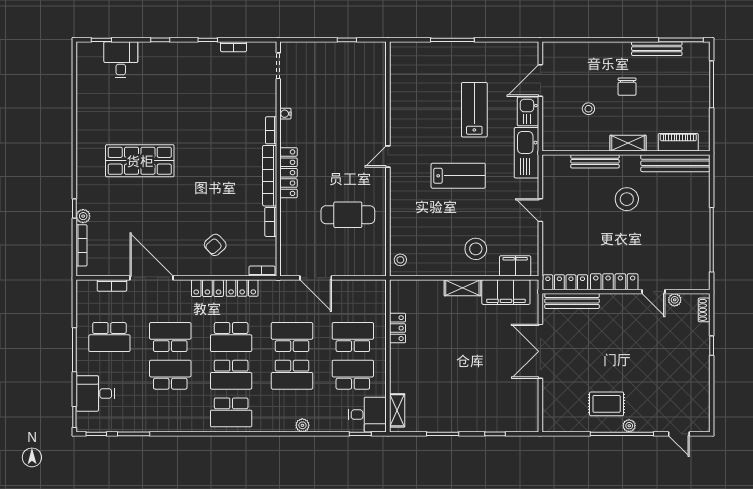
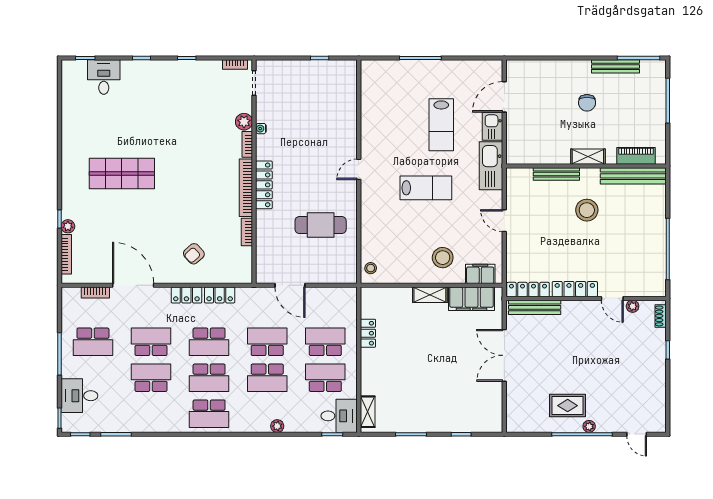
bookcase: (233, 47) -> (235, 65), moved
plant: (268, 106) -> (244, 122), added
stool: (588, 109) -> (550, 124), removed
lab bench: (474, 110) -> (441, 125), turned 180
bookcase: (262, 271) -> (239, 279), removed

